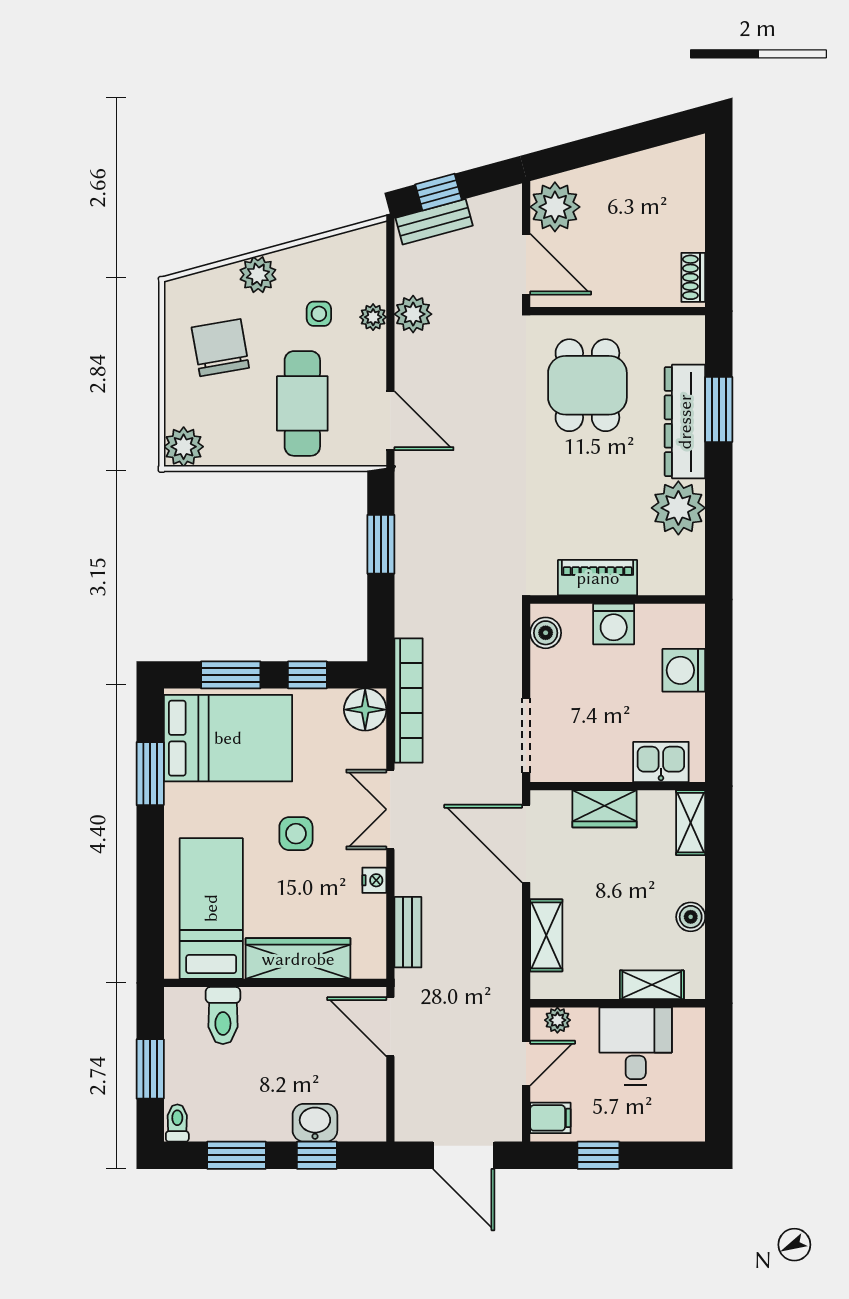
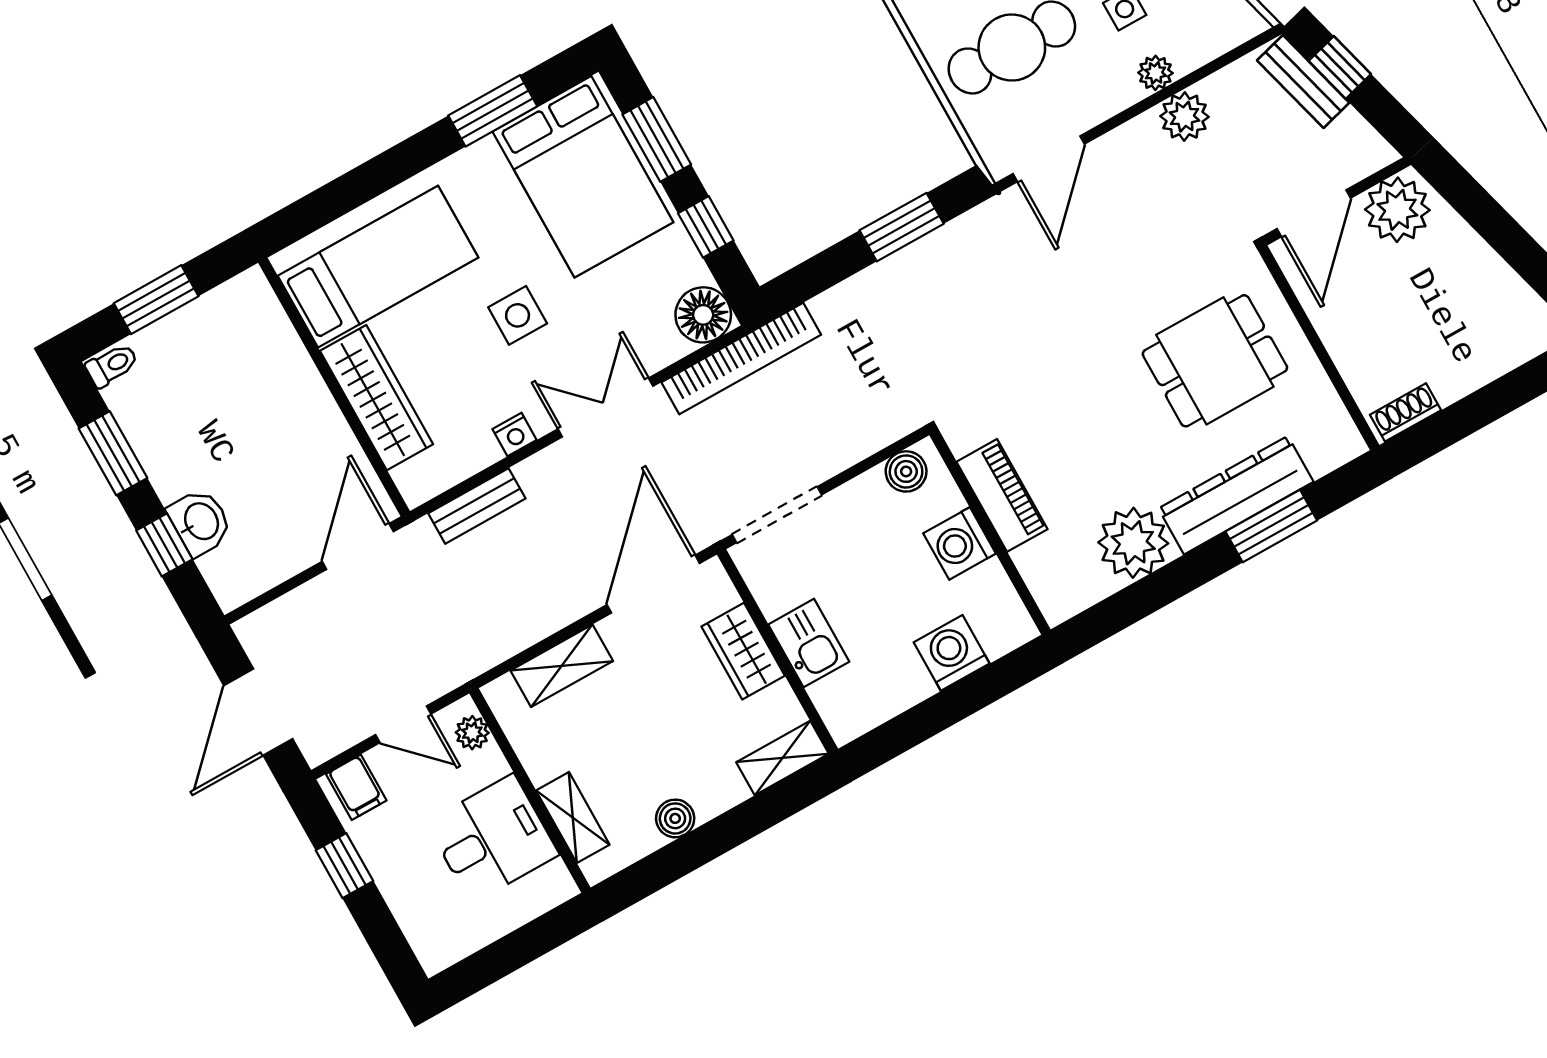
kitchen sink: (661, 762) -> (809, 643), moved
toilet: (223, 1016) -> (264, 348), removed

